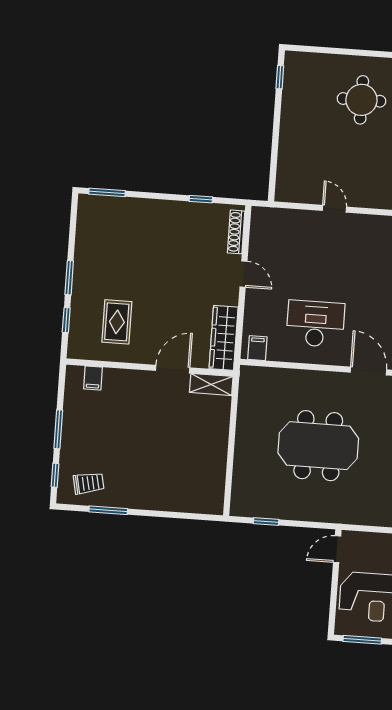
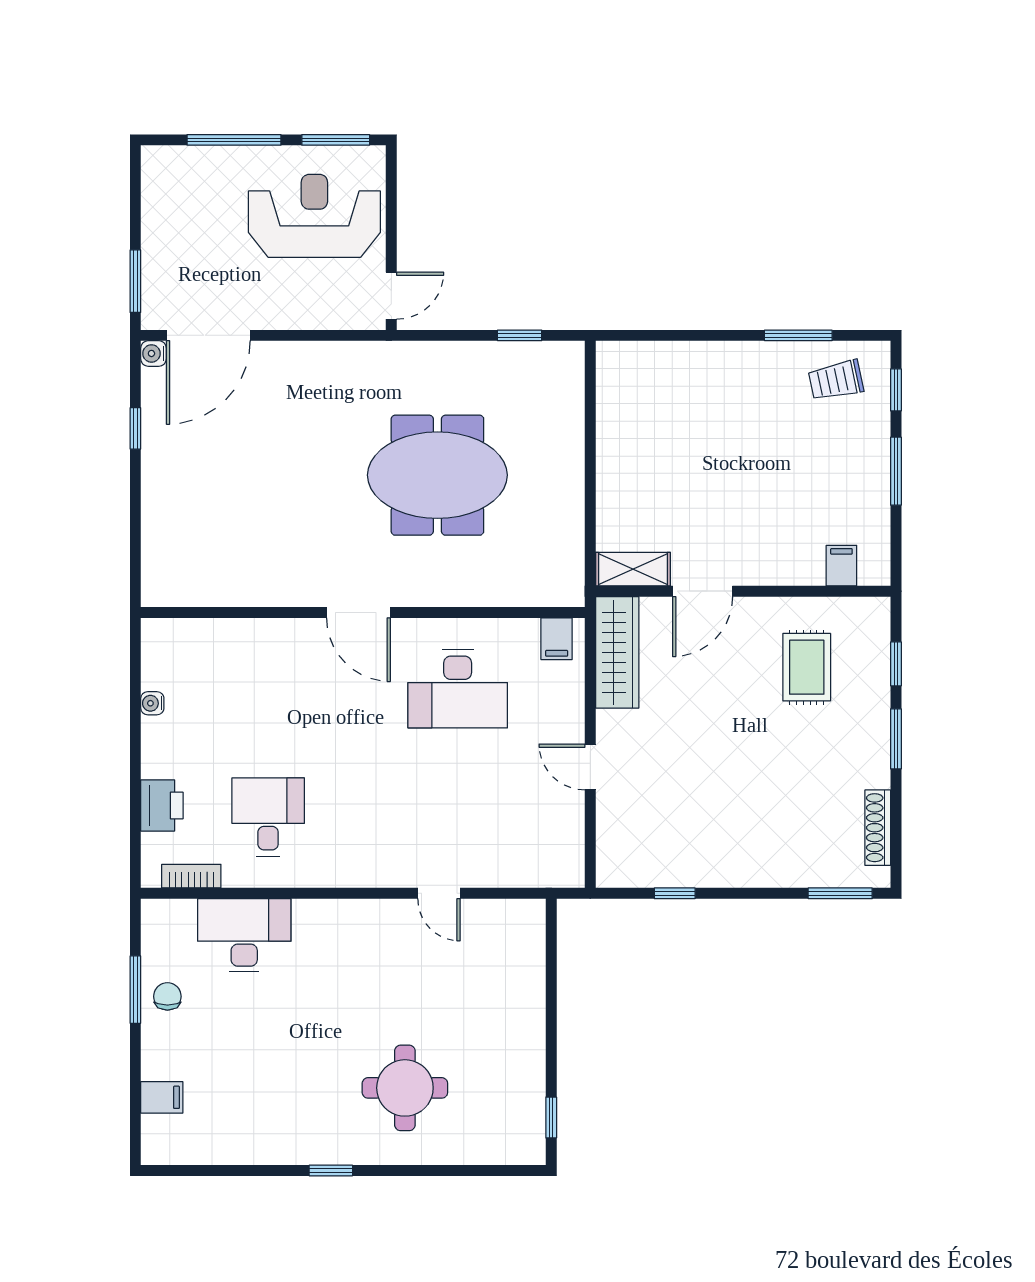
shoe rack: (236, 232) -> (878, 828), moved, turned 180

